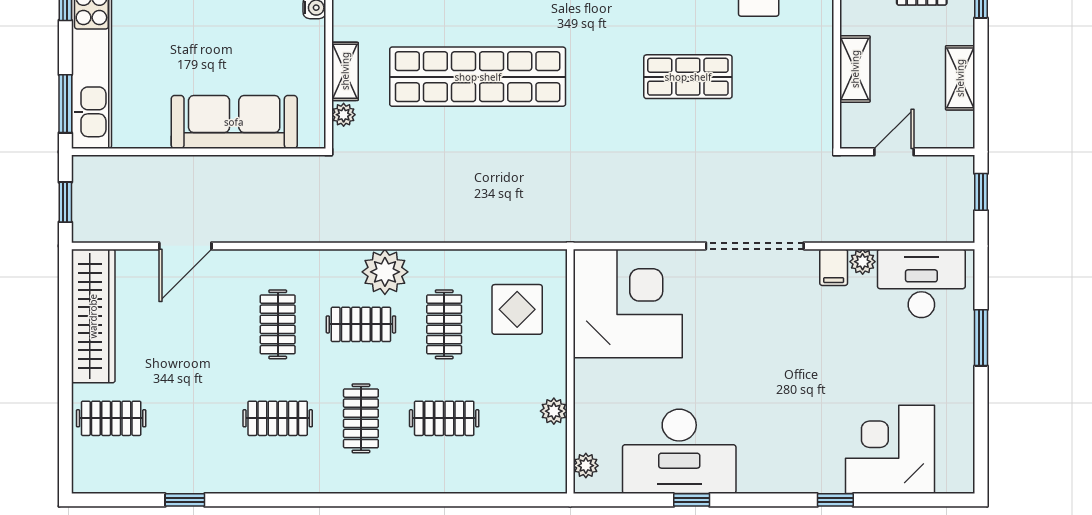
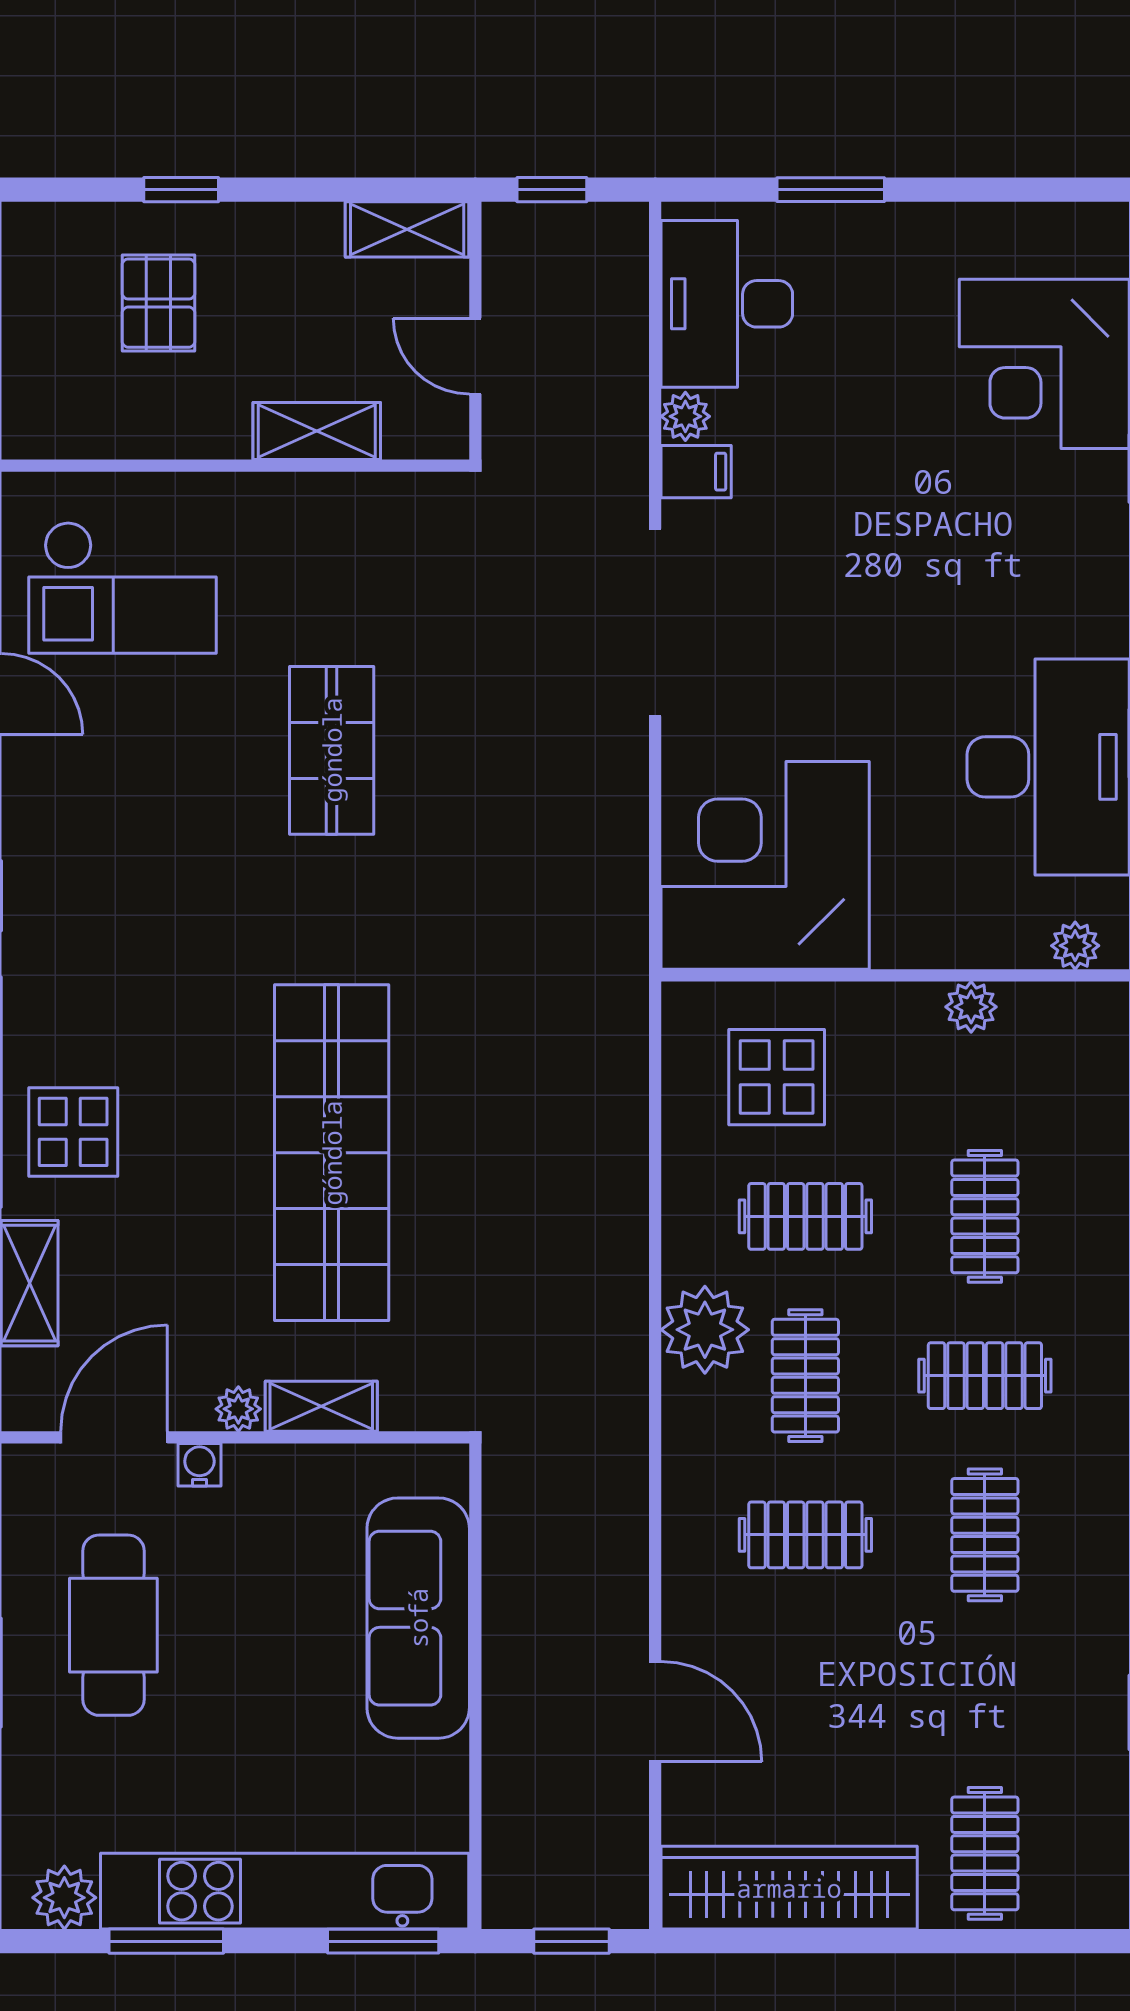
shelving: (960, 78) -> (407, 229), moved
plant: (344, 115) -> (238, 1409), moved

